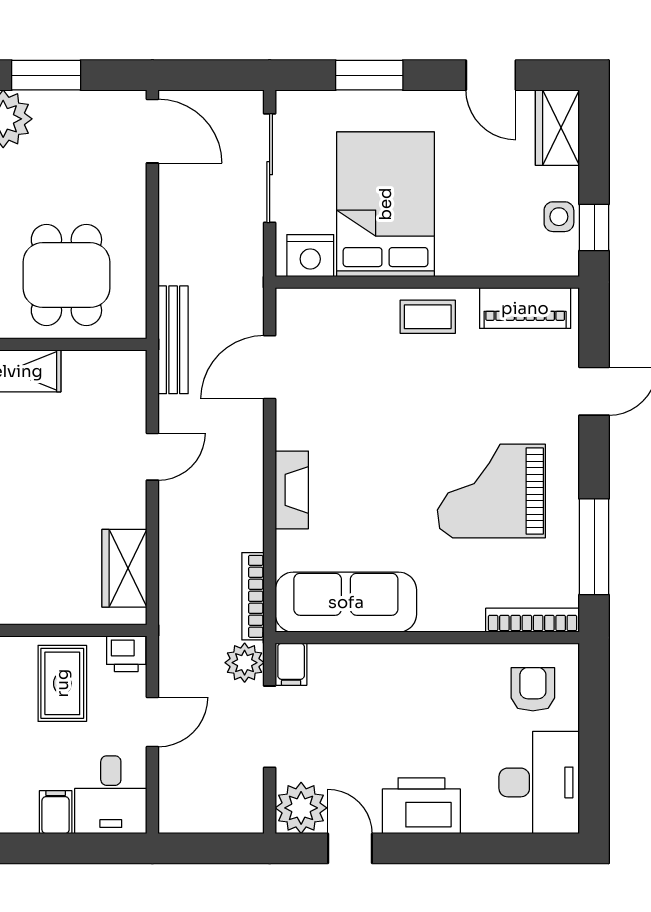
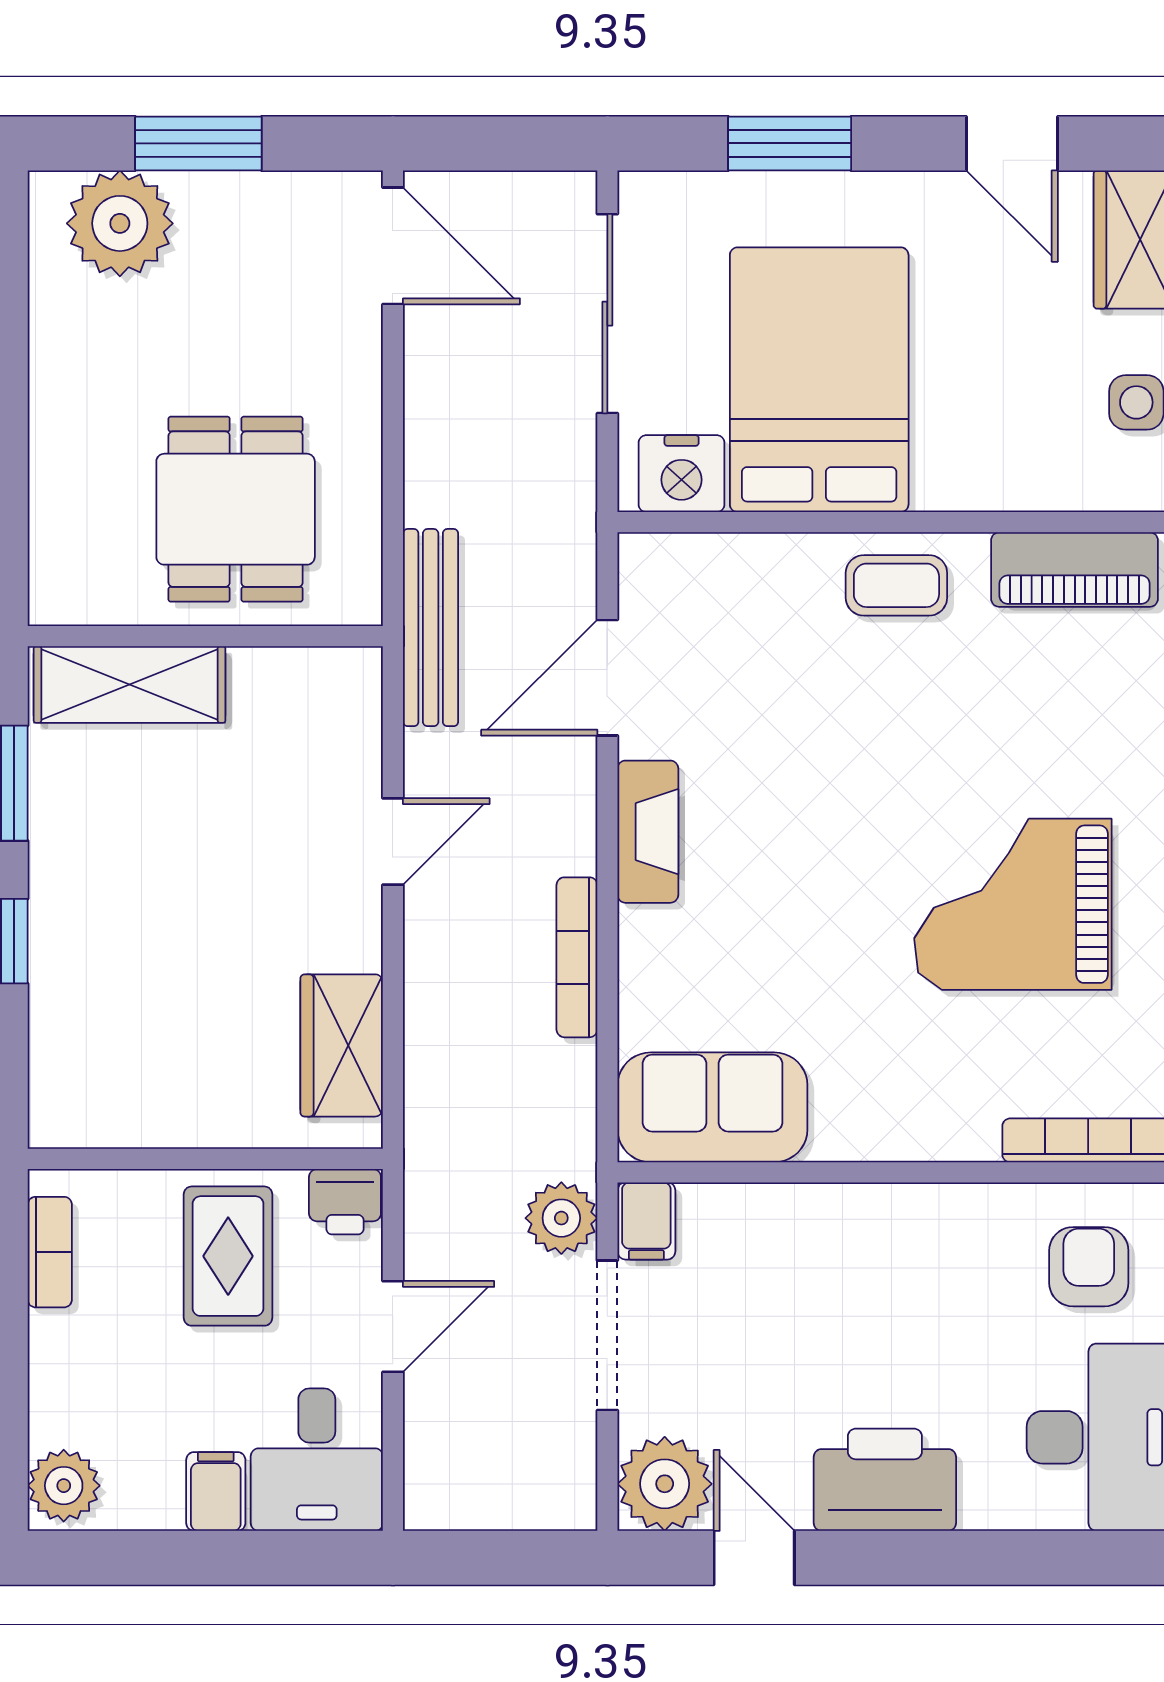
fireplace: (292, 490) -> (648, 832), moved
bookcase: (253, 596) -> (577, 957), moved
sofa: (346, 602) -> (712, 1107), width x0.73

